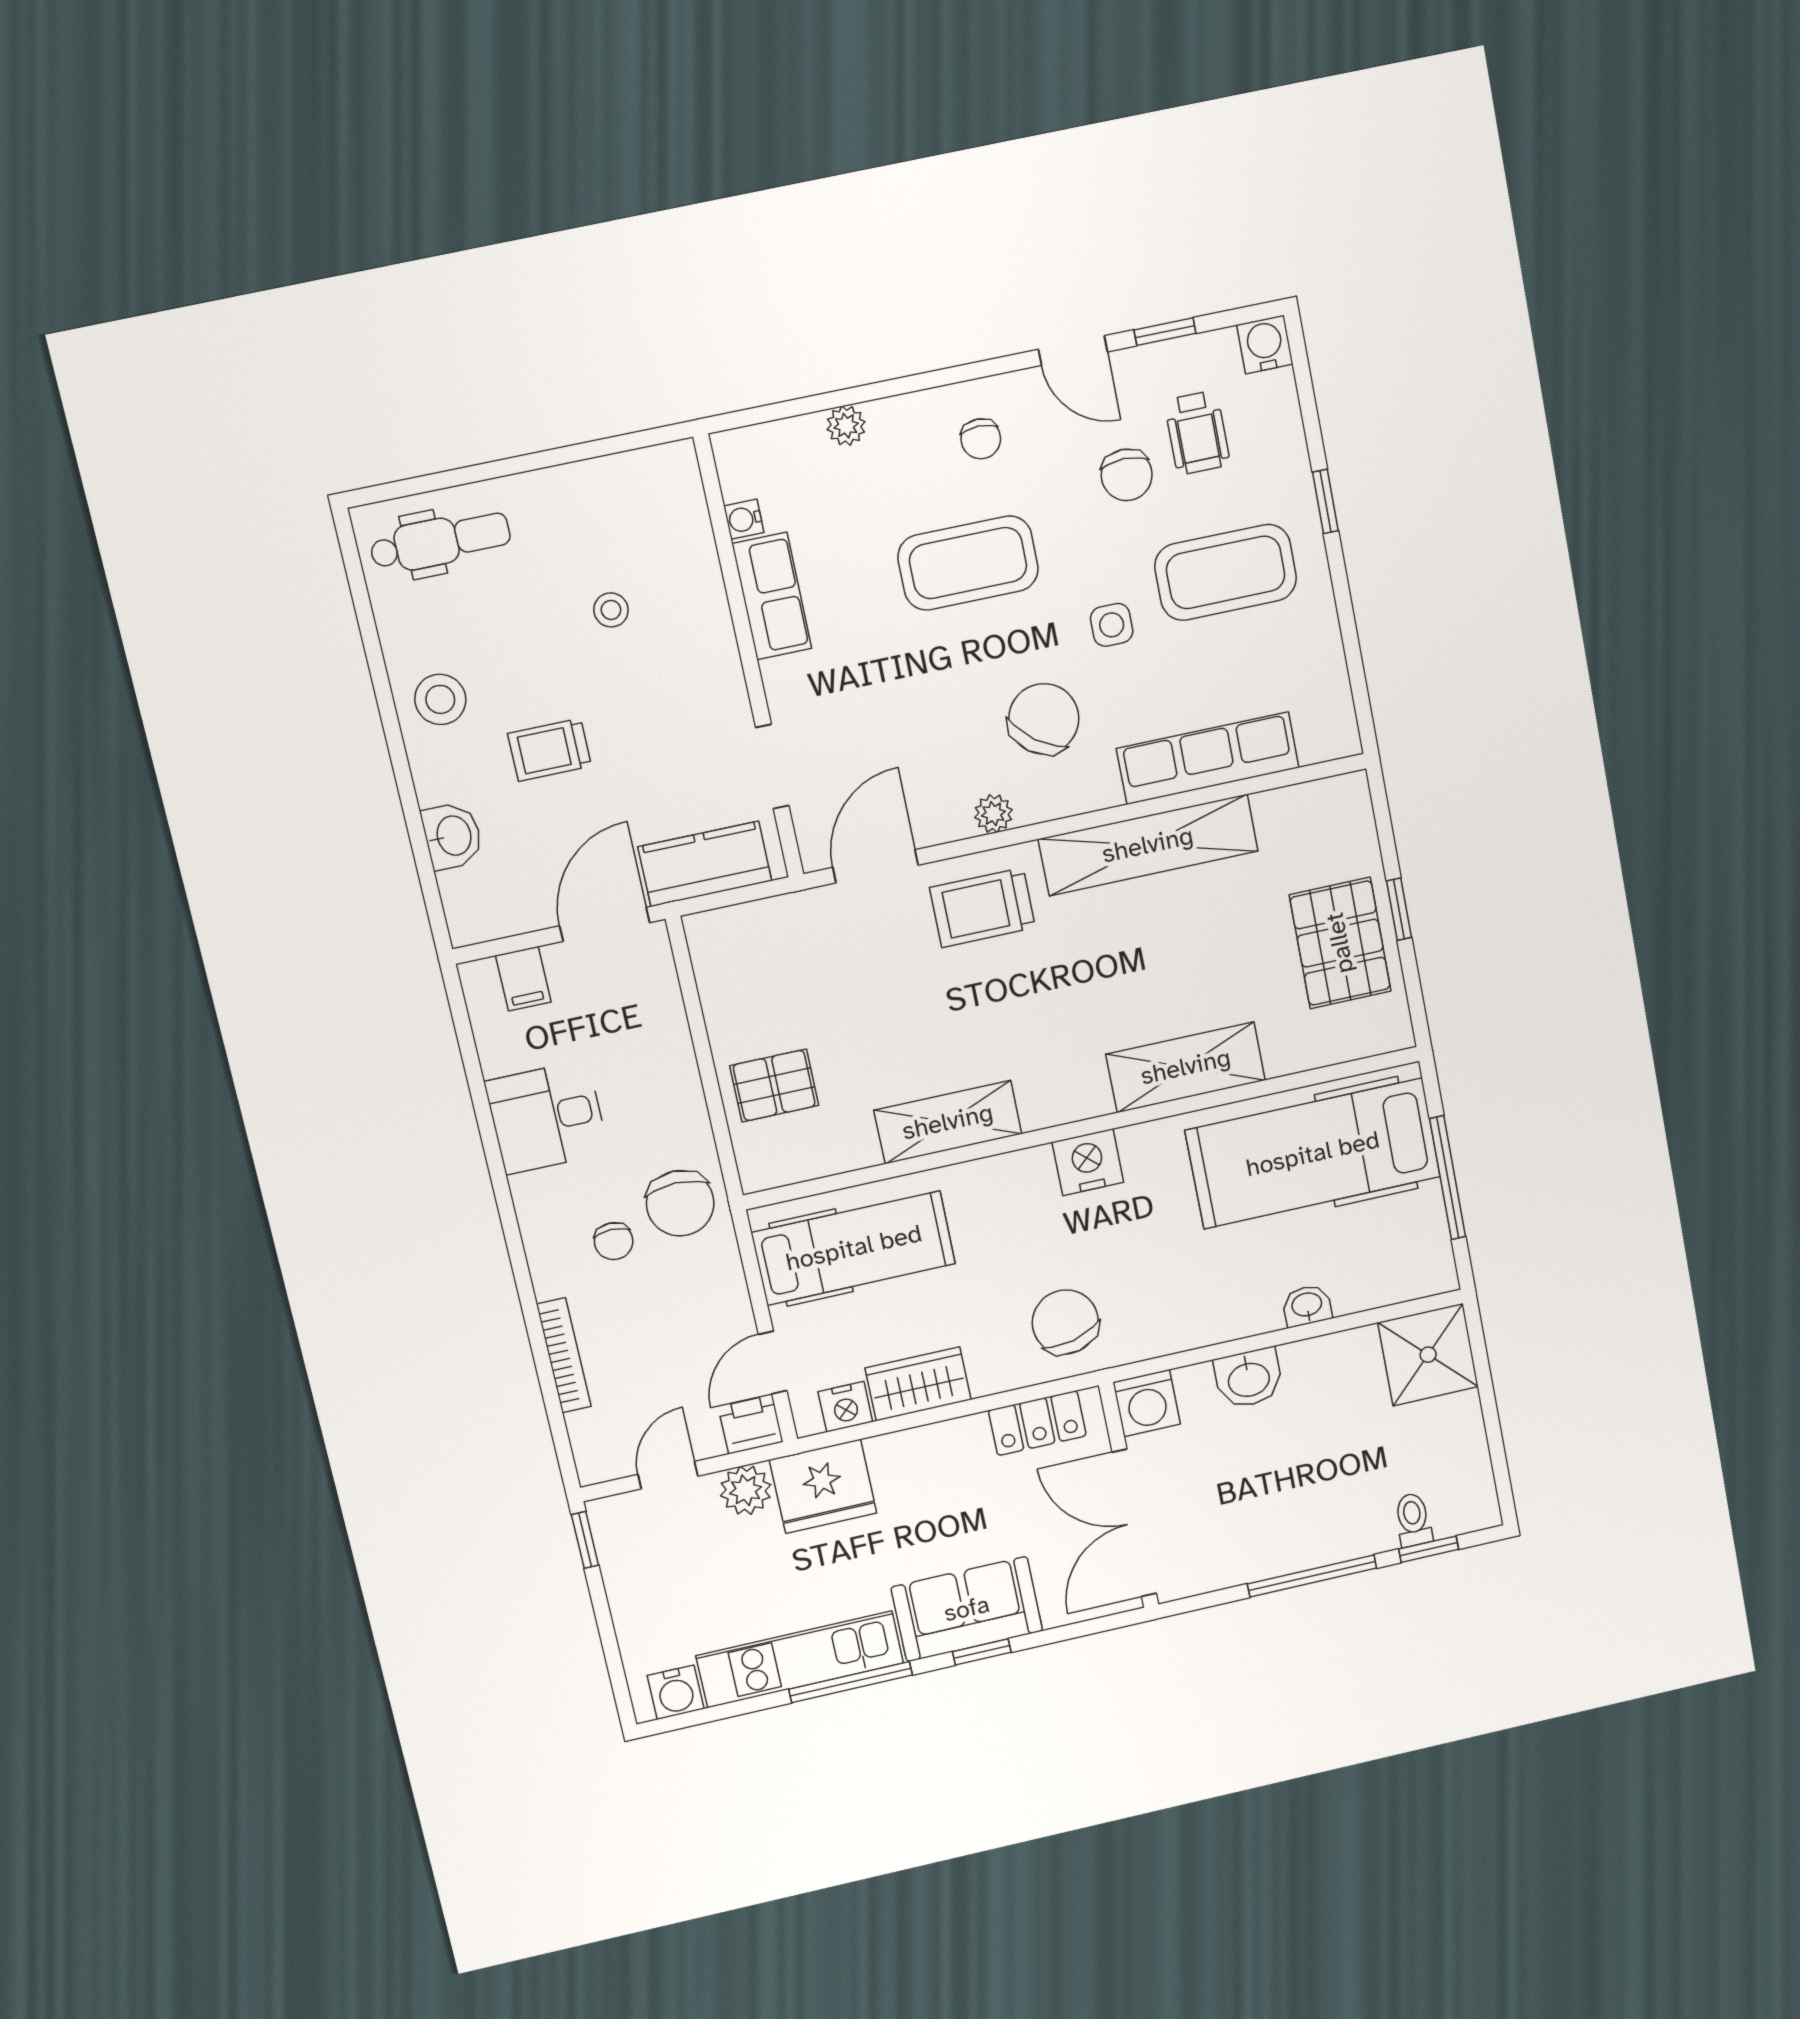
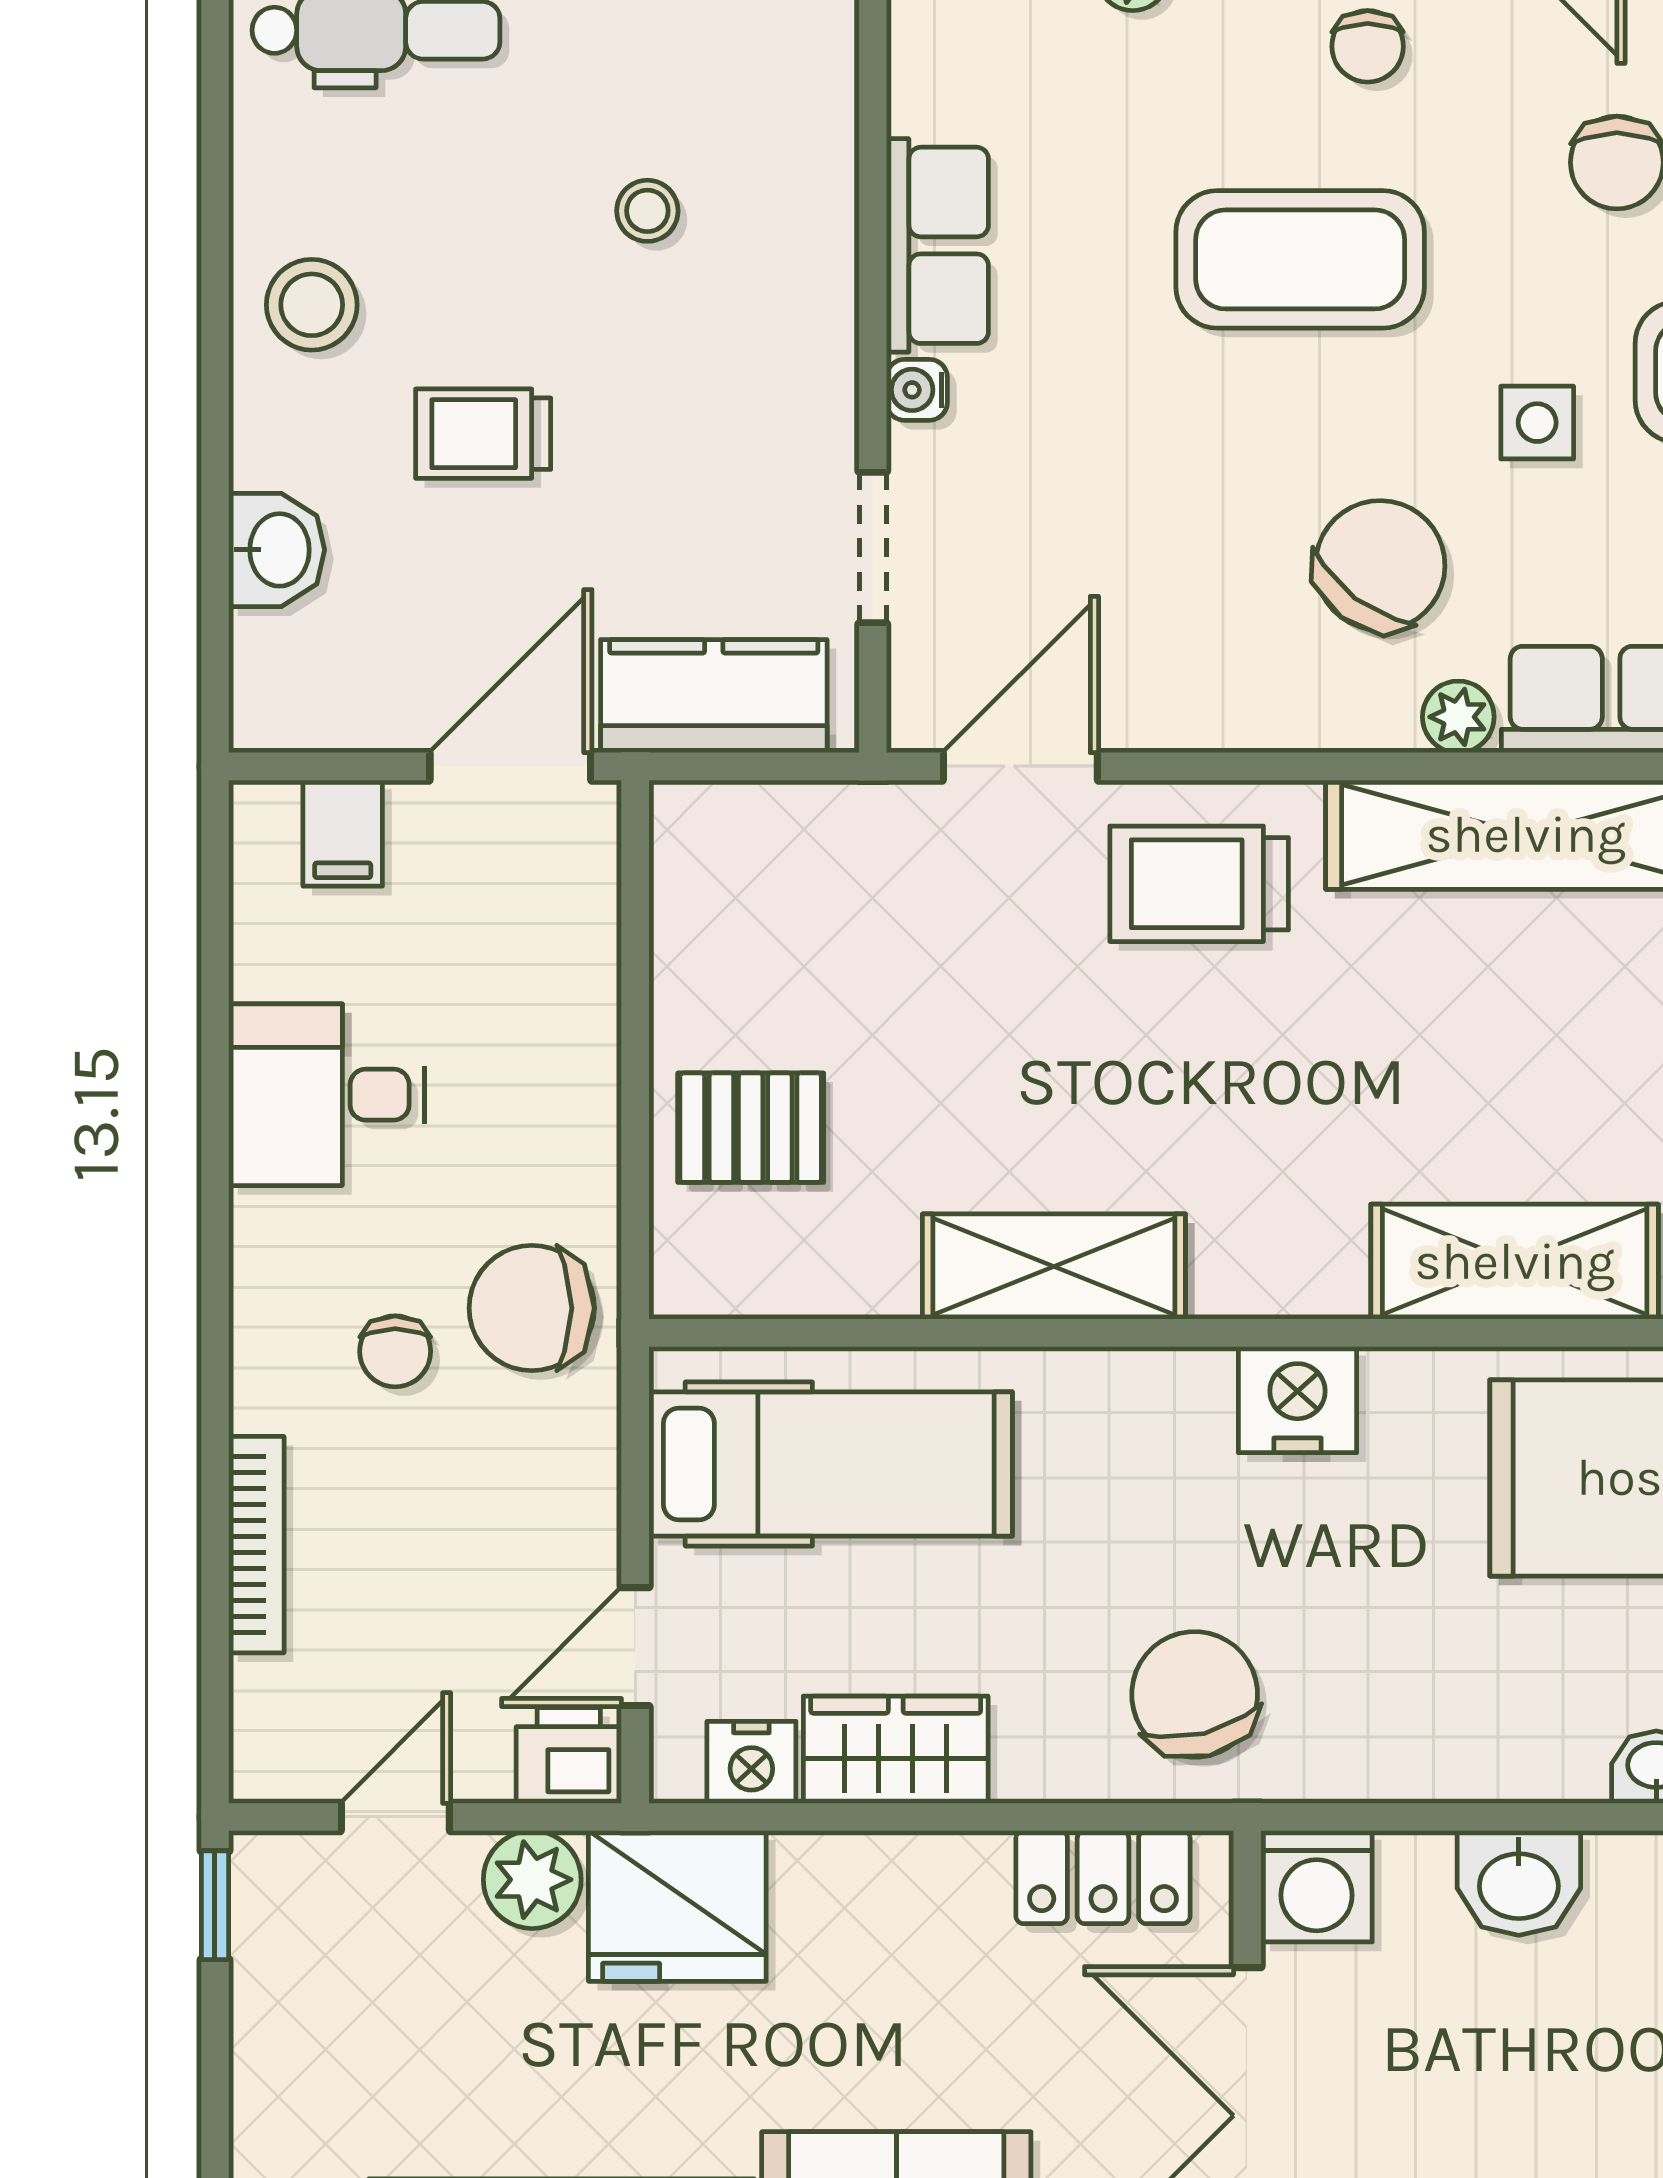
water cooler: (744, 519) -> (917, 390), moved
plant: (993, 814) -> (1458, 717), moved
chair: (680, 1203) -> (532, 1308), turned 90

